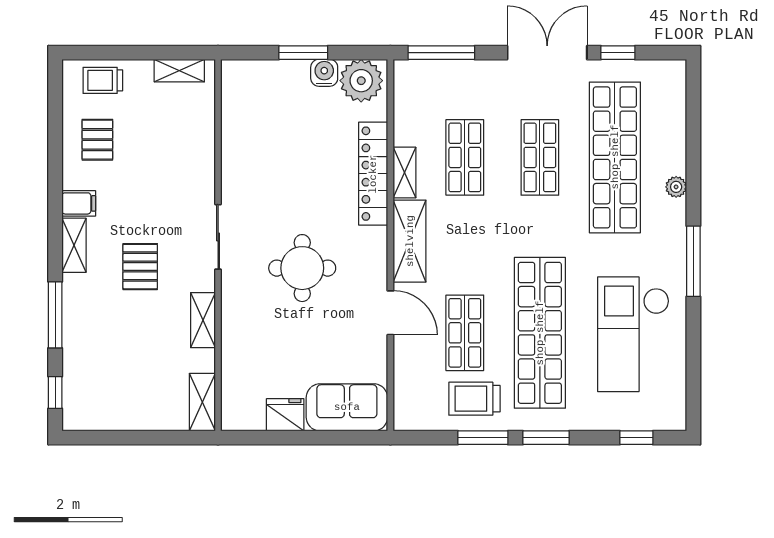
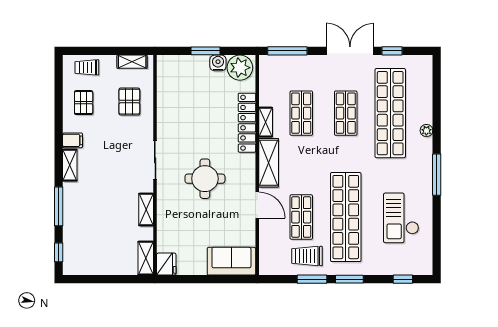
pallet: (140, 267) -> (129, 102), moved
checkout: (633, 334) -> (401, 218), width x0.73, depth x0.83
fridge: (285, 415) -> (166, 264), moved, turned 90

